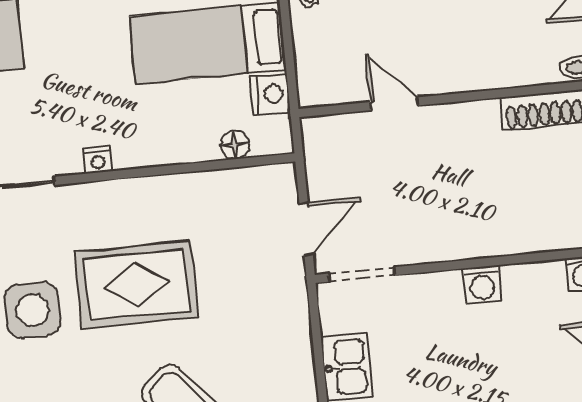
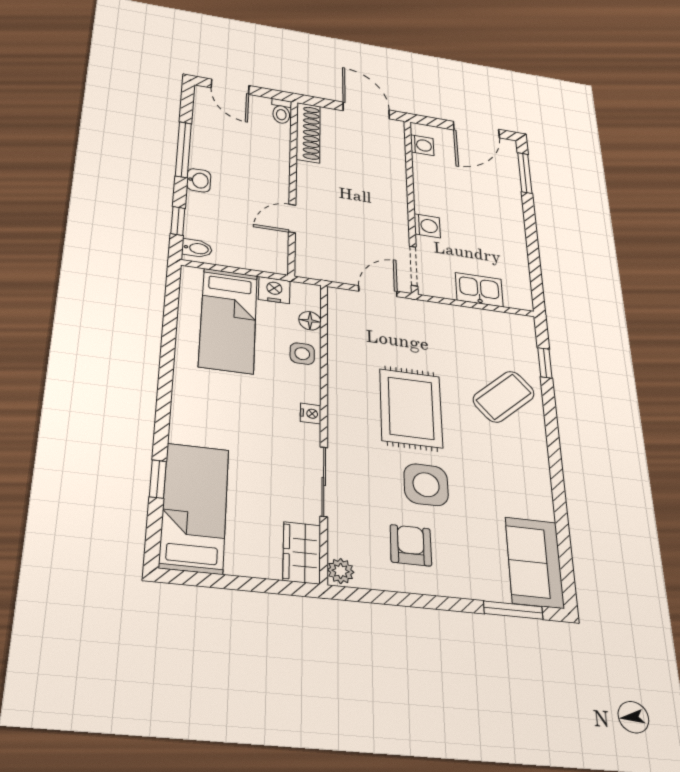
side table: (182, 141) -> (302, 354), added
door: (306, 229) -> (378, 291), hinge flipped
washing machine: (482, 285) -> (427, 226), moved

